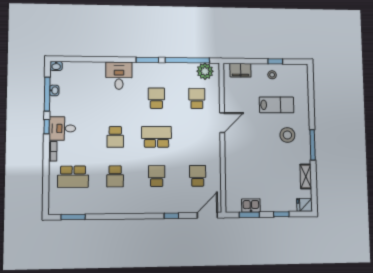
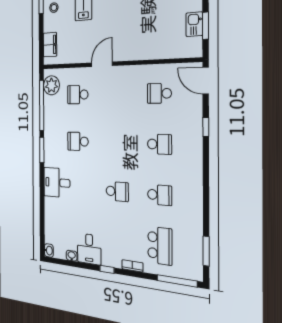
window: (47, 94) -> (177, 281), moved
door: (222, 123) -> (102, 64), hinge flipped
desk: (62, 128) -> (89, 249), moved
school desk: (156, 137) -> (117, 143), removed
school desk: (157, 176) -> (159, 144), turned 180

